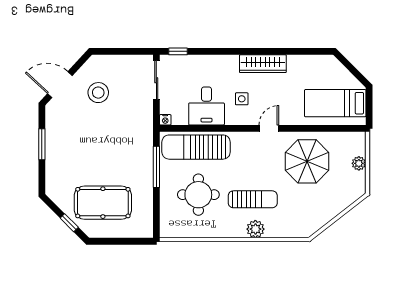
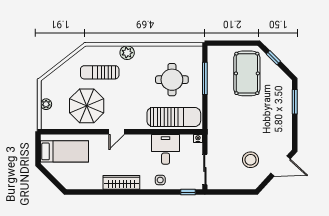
side table: (242, 99) -> (160, 180), moved
window: (42, 144) -> (295, 102), moved
window: (156, 167) -> (205, 78), moved
sun lounger: (253, 199) -> (100, 72), moved
pool table: (103, 203) -> (247, 73), turned 90

